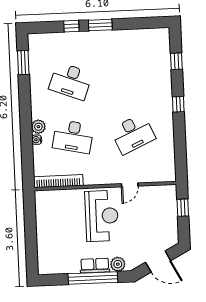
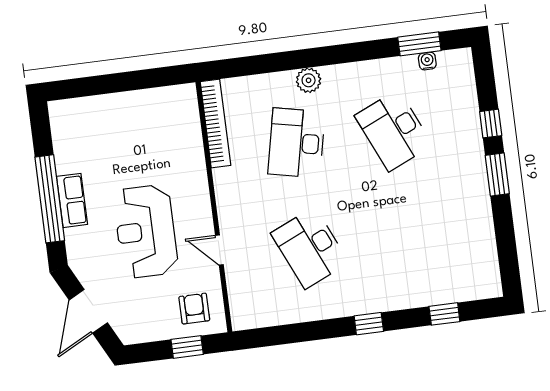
desk: (71, 81) -> (394, 130), turned -45
water cooler: (37, 140) -> (427, 61), moved
armchair: (162, 202) -> (194, 309), added
reception desk: (102, 216) -> (146, 231), moved, turned 90
plant: (118, 264) -> (78, 241), removed

